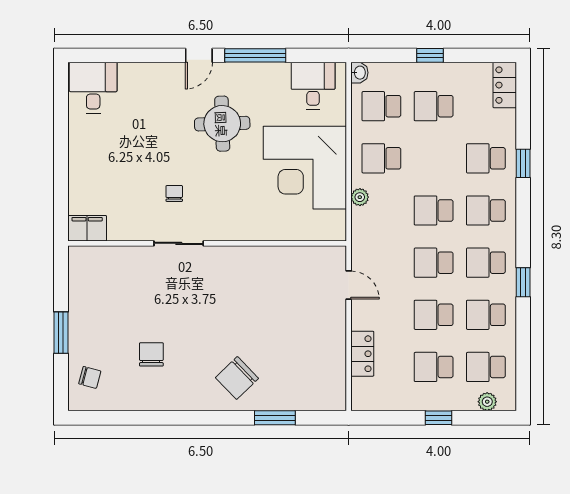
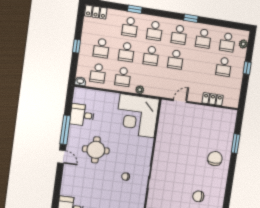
desk: (313, 86) -> (82, 115), moved
corner desk: (305, 168) -> (137, 116), moved, turned 90
school desk: (434, 315) -> (126, 52), moved
chair: (237, 378) -> (215, 159), turned -136

